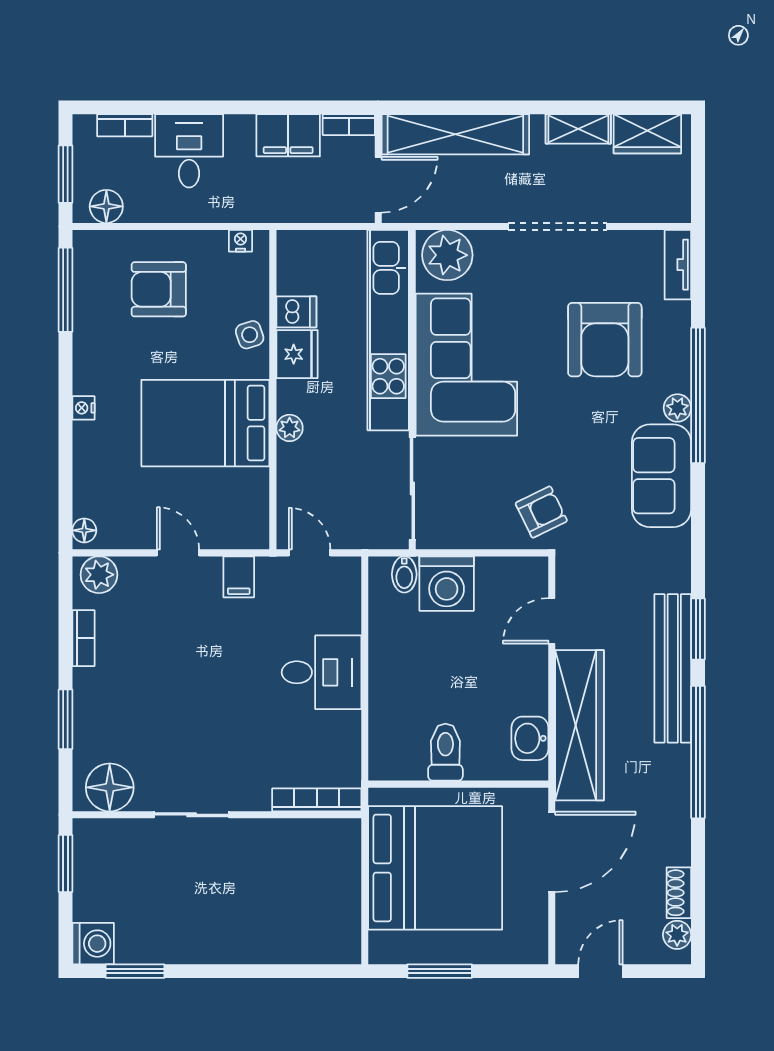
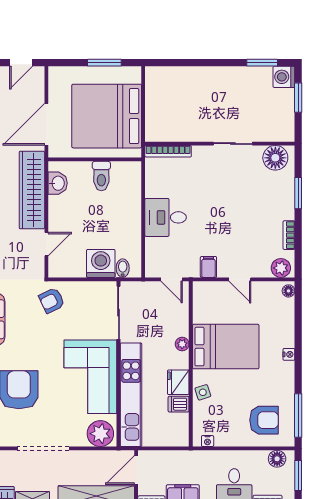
armchair: (159, 289) -> (264, 420), moved
window: (65, 863) -> (298, 98), moved

